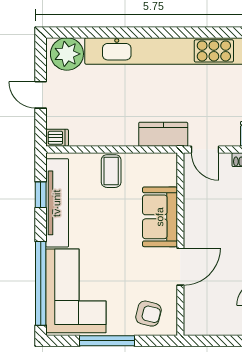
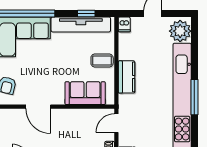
window: (166, 32) -> (194, 97), added
kitchen counter: (163, 134) -> (127, 77), moved
sofa: (160, 217) -> (85, 93), moved

